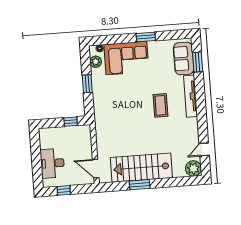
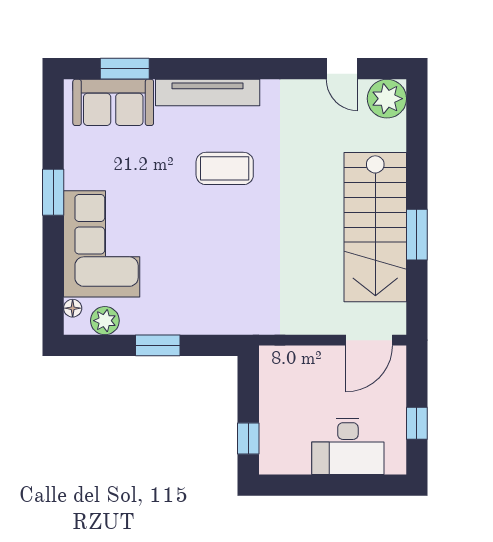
window: (71, 122) -> (248, 439), moved

